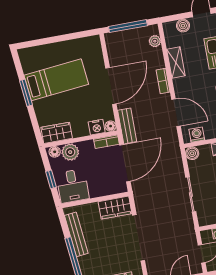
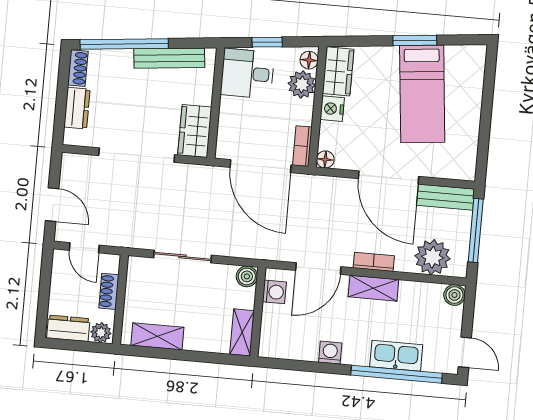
boiler: (183, 26) -> (454, 295), moved
plant: (155, 41) -> (433, 257), width x1.88, depth x1.88
shelving: (176, 62) -> (373, 288), moved
bench: (127, 126) -> (445, 197), moved
nightstand: (97, 127) -> (332, 109), moved

